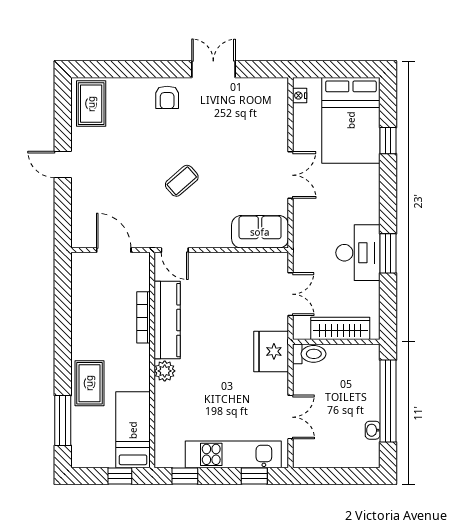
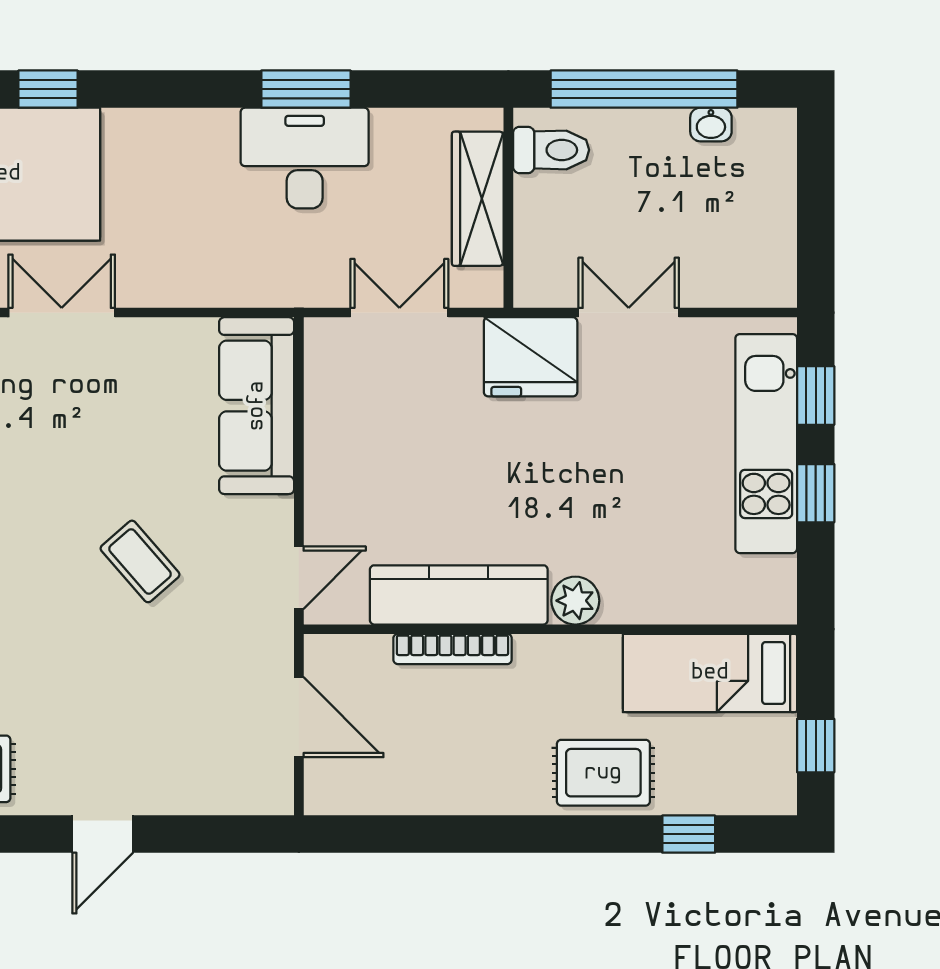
double door: (290, 175) -> (62, 313), moved
sofa: (260, 232) -> (257, 406), width x1.36
door: (114, 250) -> (299, 717), swing flipped
toilet: (309, 354) -> (551, 150), moved, turned 90
double door: (290, 417) -> (629, 313), moved
window: (63, 421) -> (689, 834), width x0.46
window: (120, 476) -> (816, 746), moved
window: (185, 476) -> (816, 493), moved

